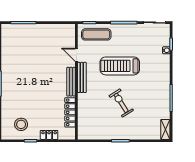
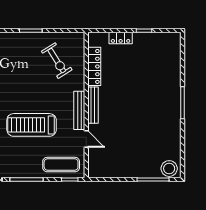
treadmill: (120, 66) -> (32, 125), turned 180
exercise bike: (121, 103) -> (57, 61), moved
stool: (21, 124) -> (169, 169), moved

